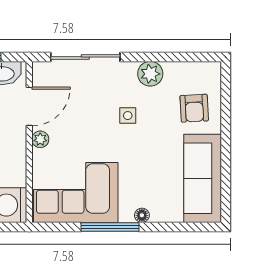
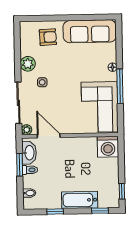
side table: (128, 116) -> (42, 82), moved
plant: (40, 139) -> (27, 130), moved

